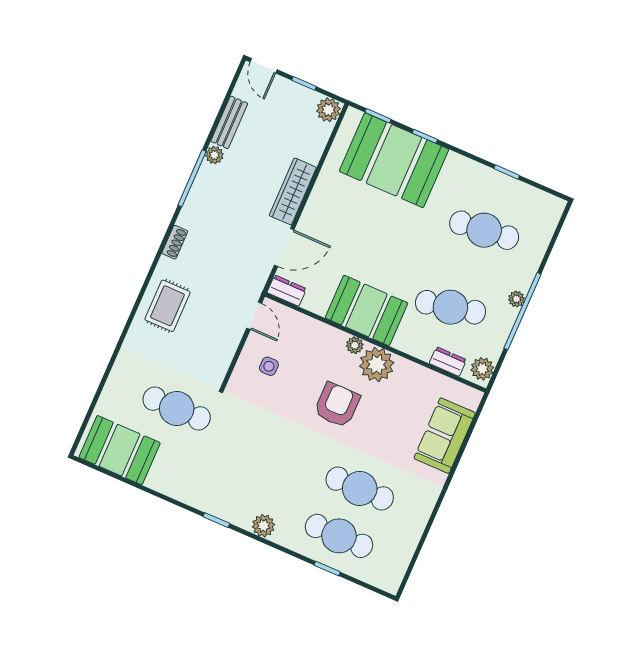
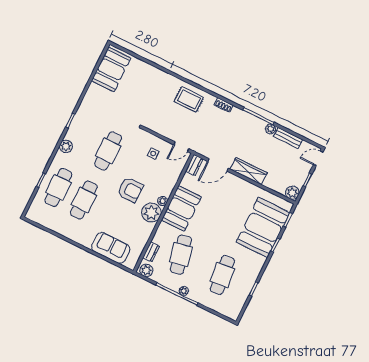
door: (284, 247) -> (218, 165), hinge flipped
cafe table: (177, 409) -> (108, 151), moved

